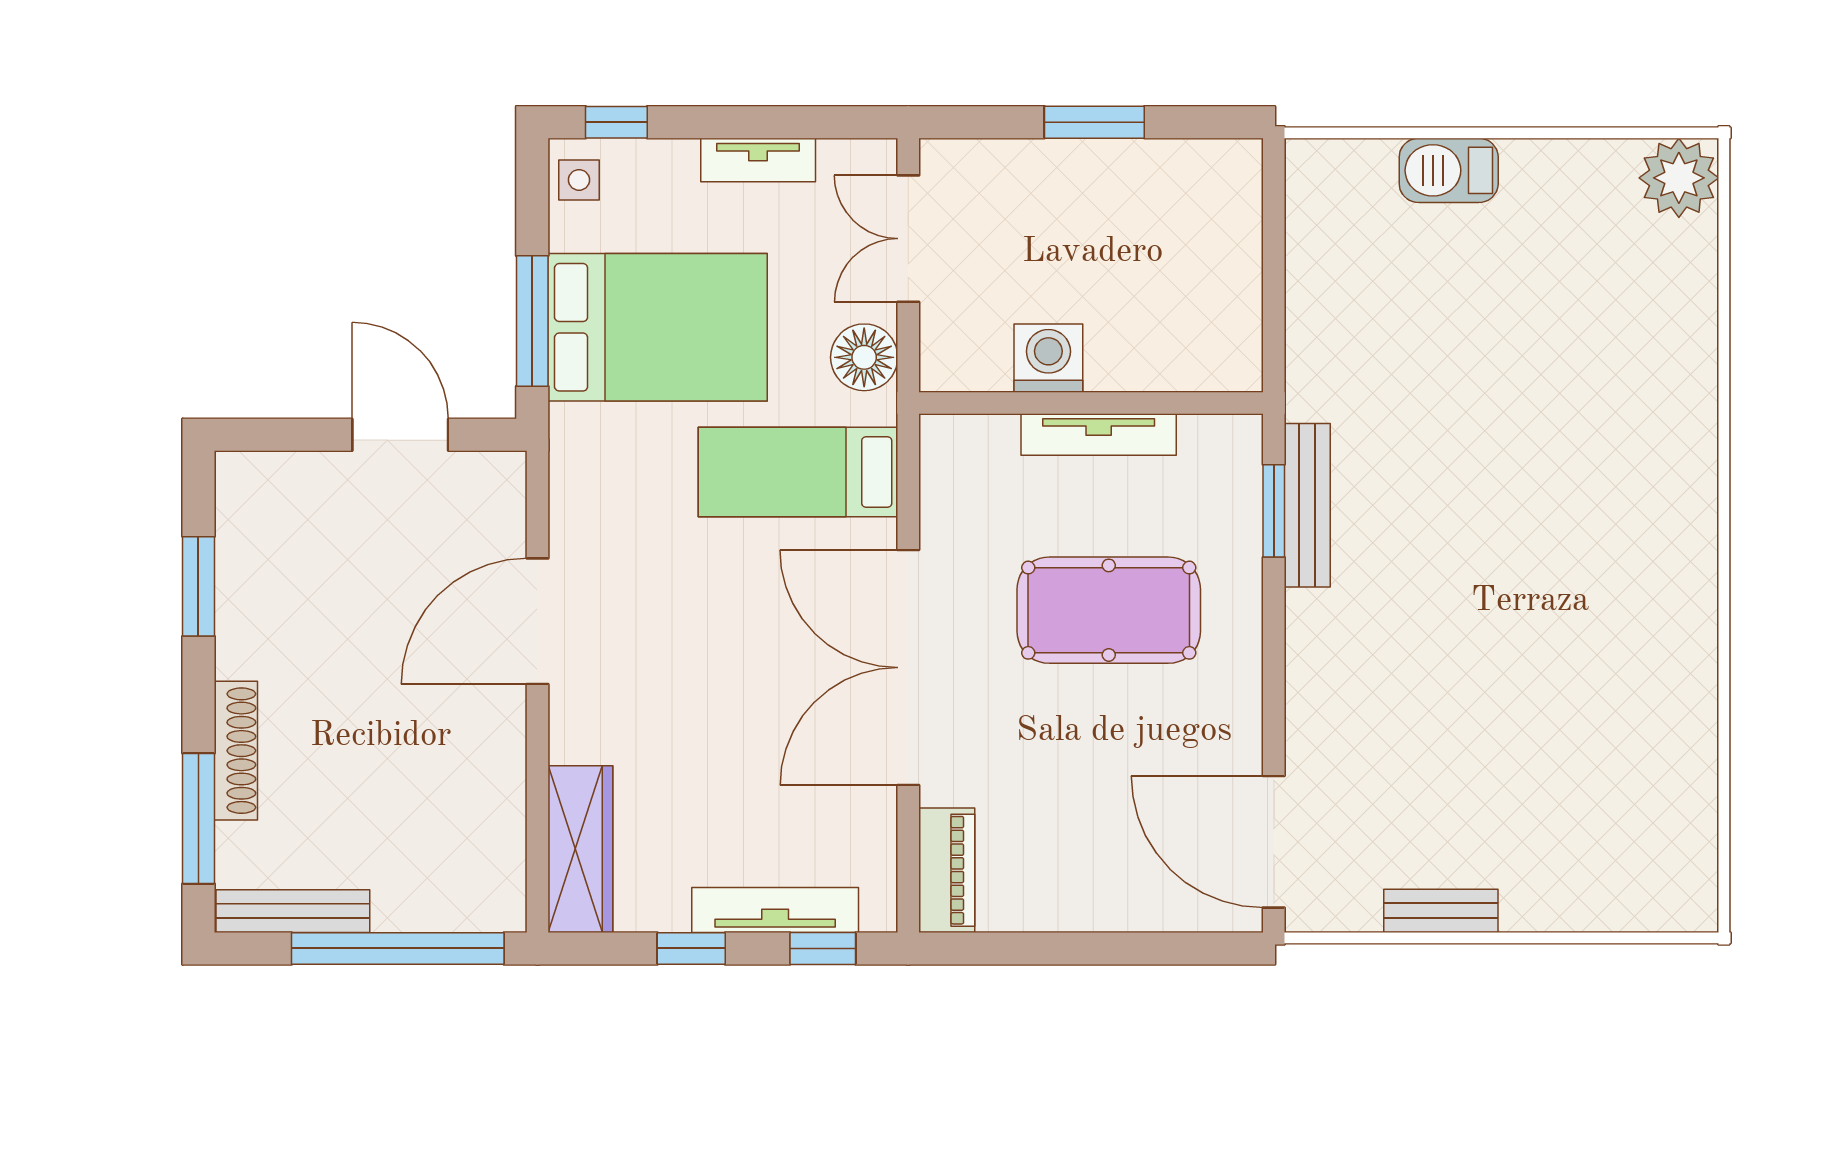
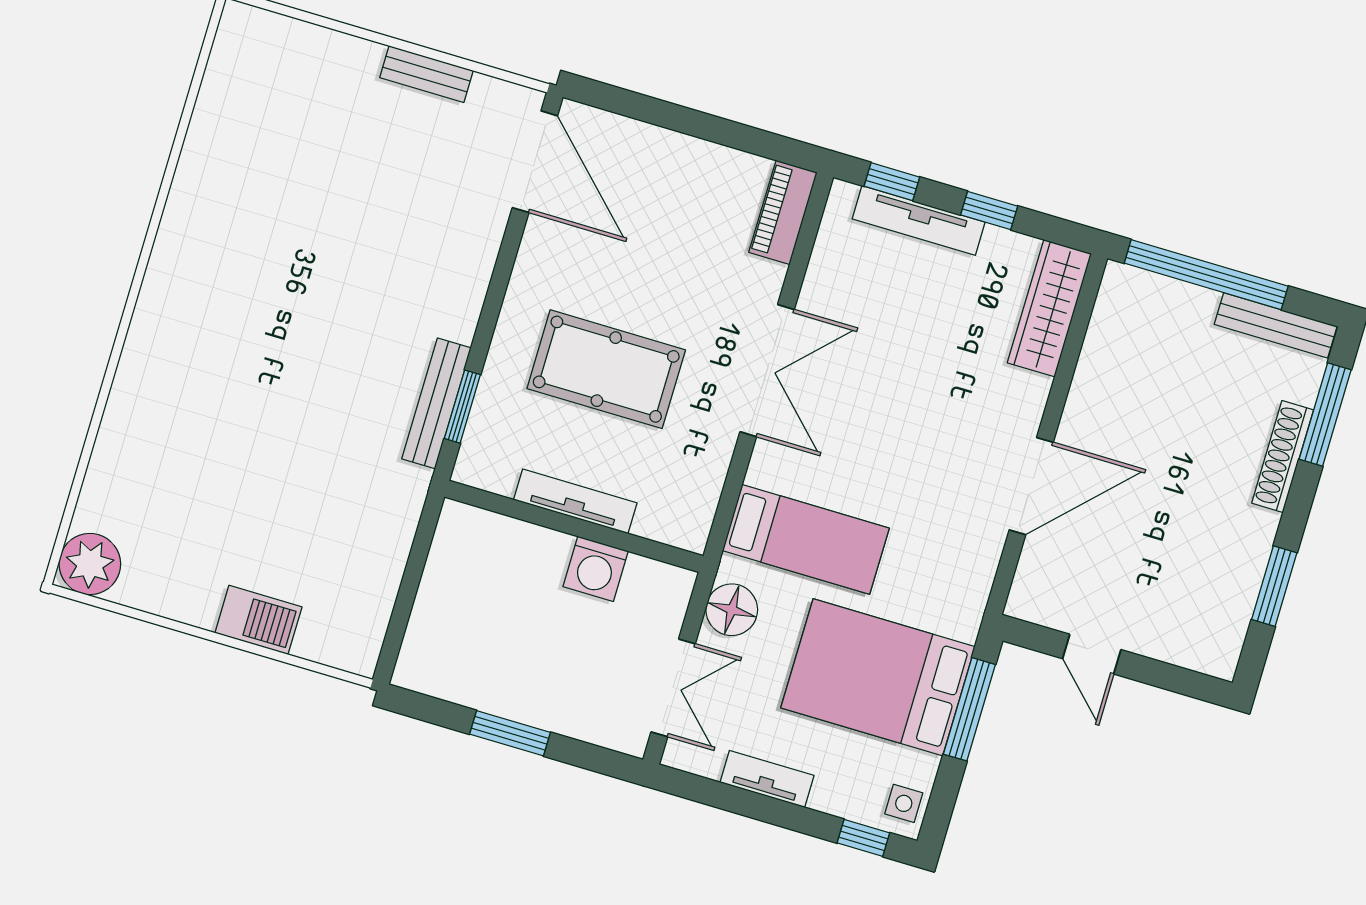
door: (400, 435) -> (1092, 654), width x0.73
double door: (908, 668) -> (767, 371), width x0.73

